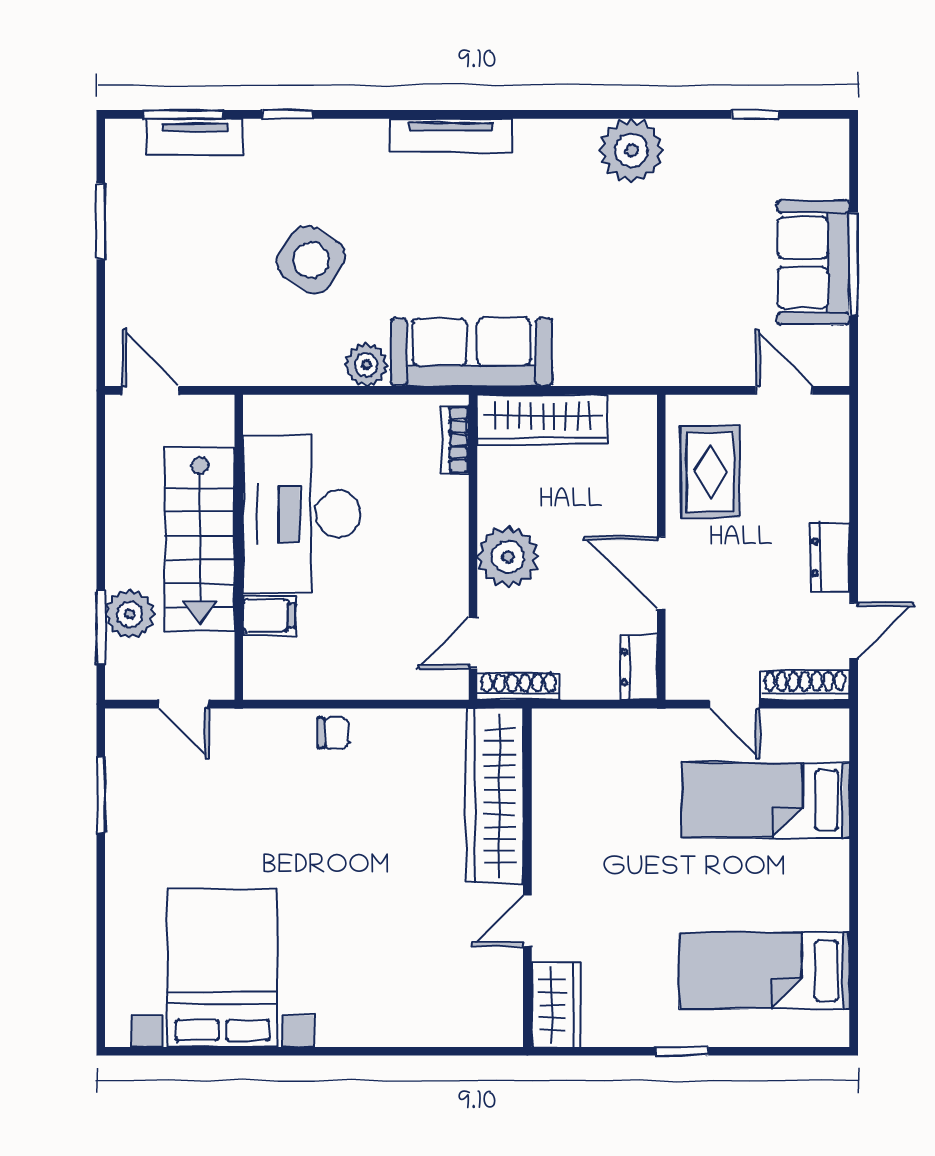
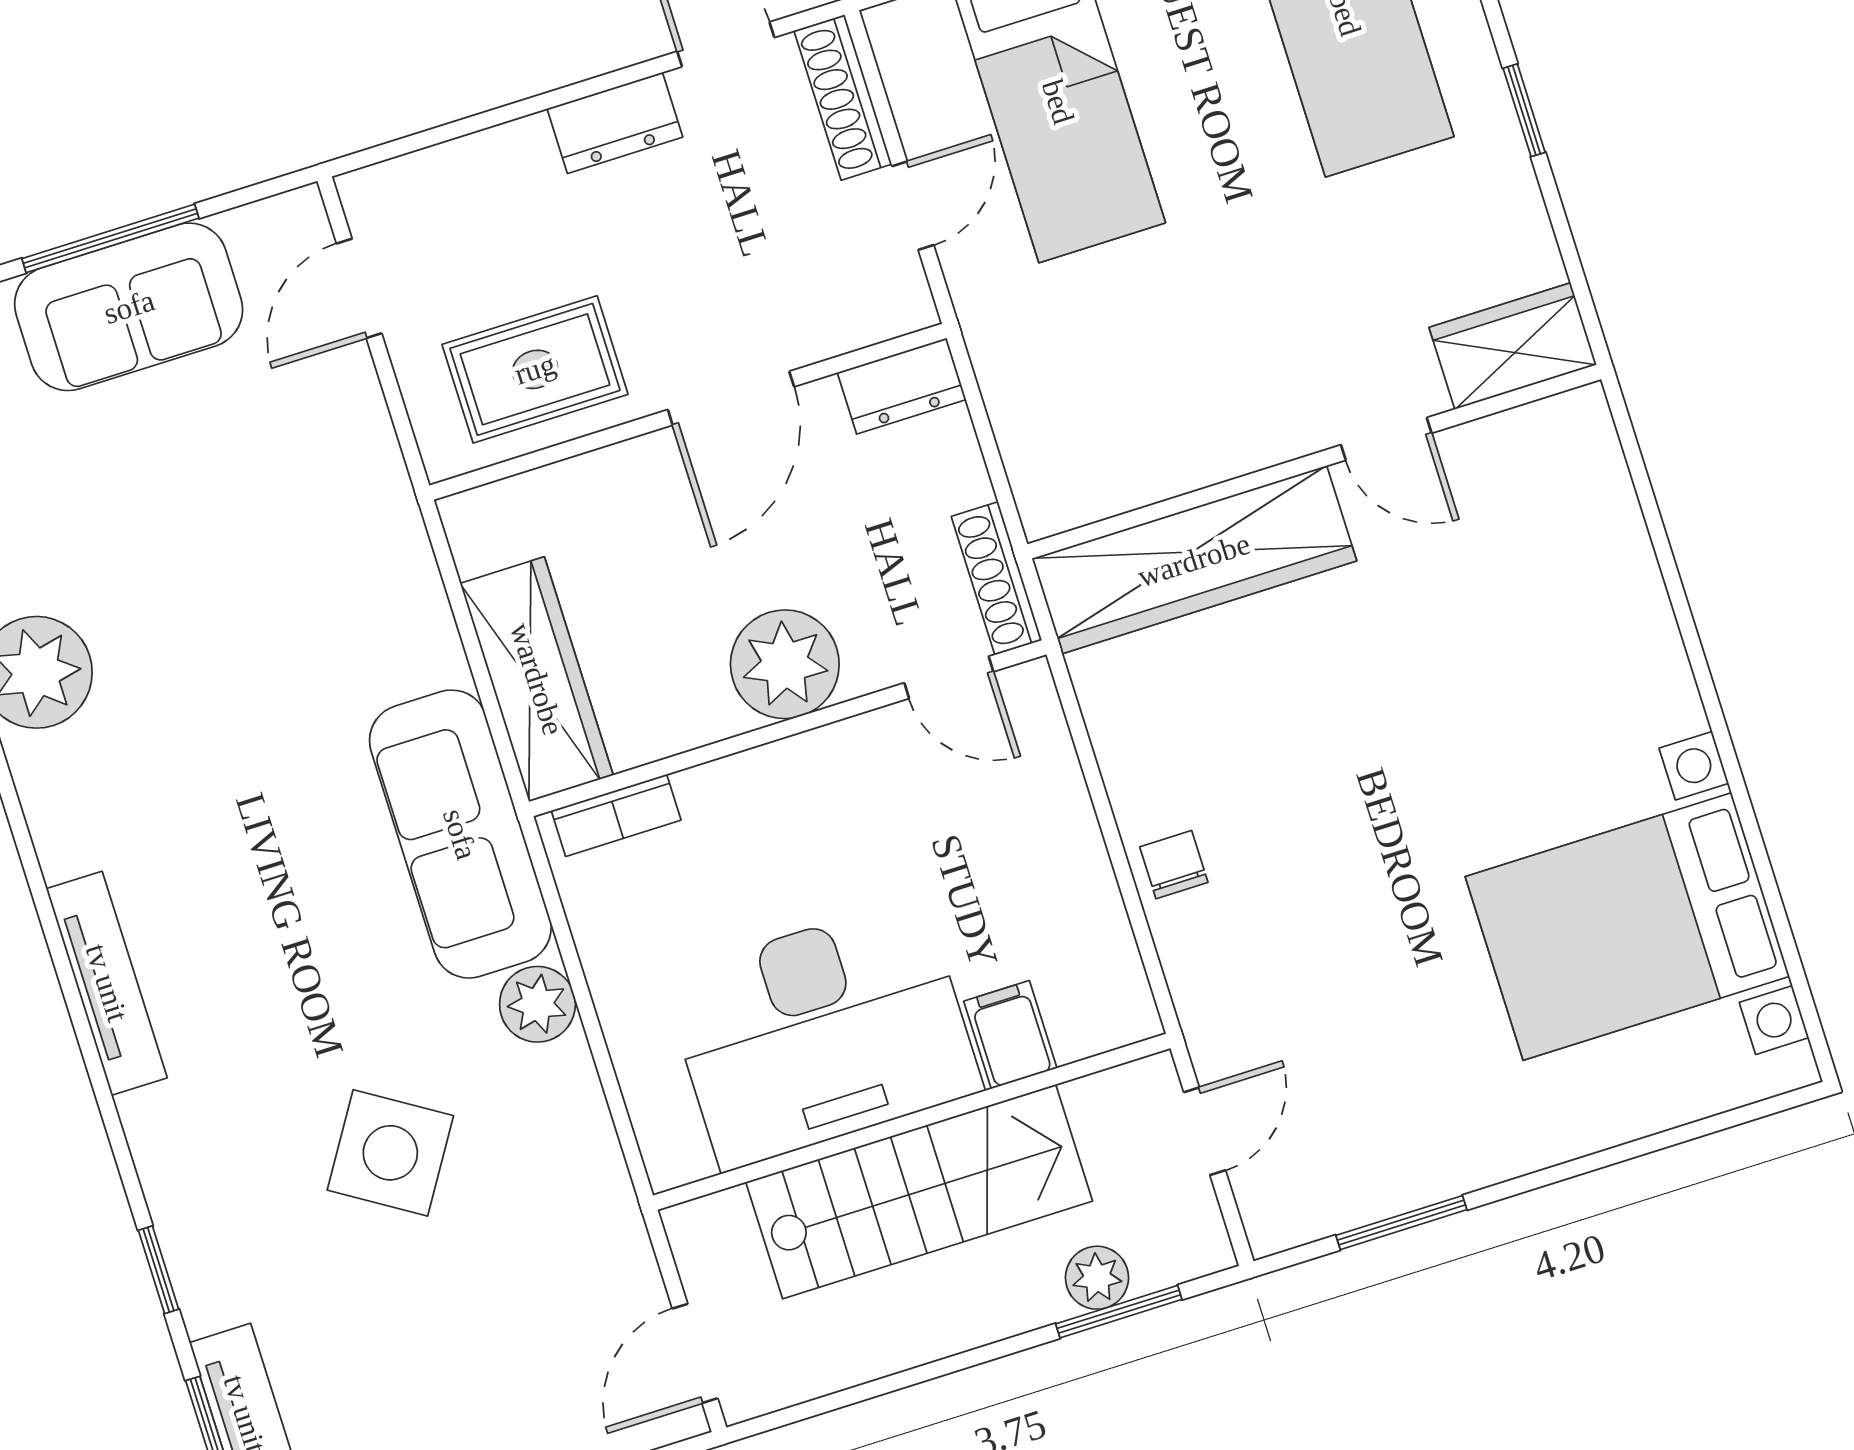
plant: (130, 614) -> (1097, 1278), width x0.73, depth x0.73

